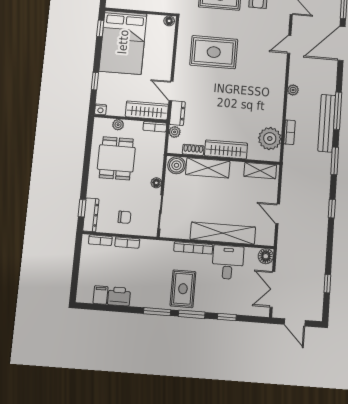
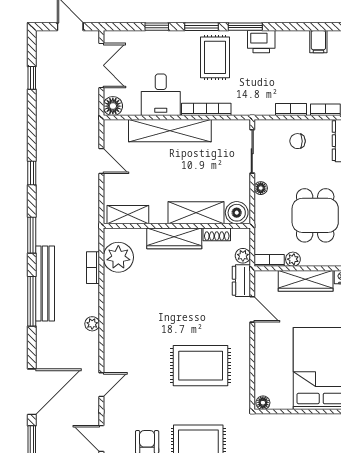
wardrobe: (147, 110) -> (306, 281), moved
plant: (118, 125) -> (293, 259), moved
printer: (119, 296) -> (261, 42), moved

